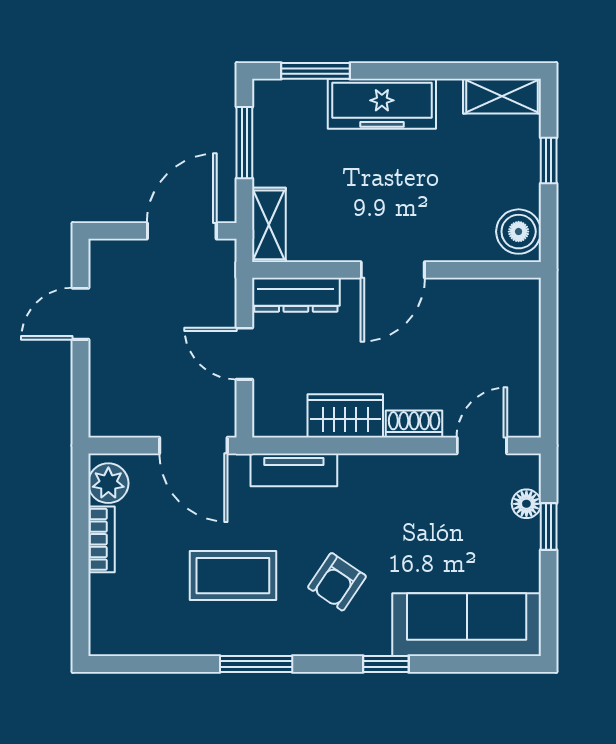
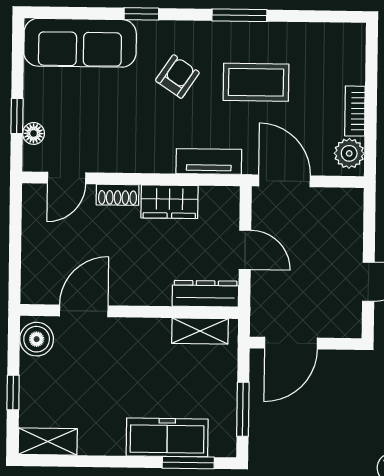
freezer: (382, 104) -> (167, 437), moved
shelving: (269, 225) -> (200, 331), moved, turned 90
door: (393, 270) -> (84, 311), moved

